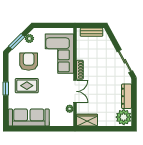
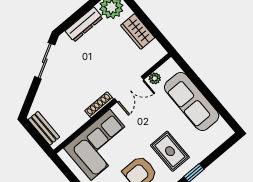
double door: (75, 91) -> (129, 89), swing flipped
sofa: (29, 117) -> (192, 101), moved
wardrobe: (87, 120) -> (138, 31), moved

